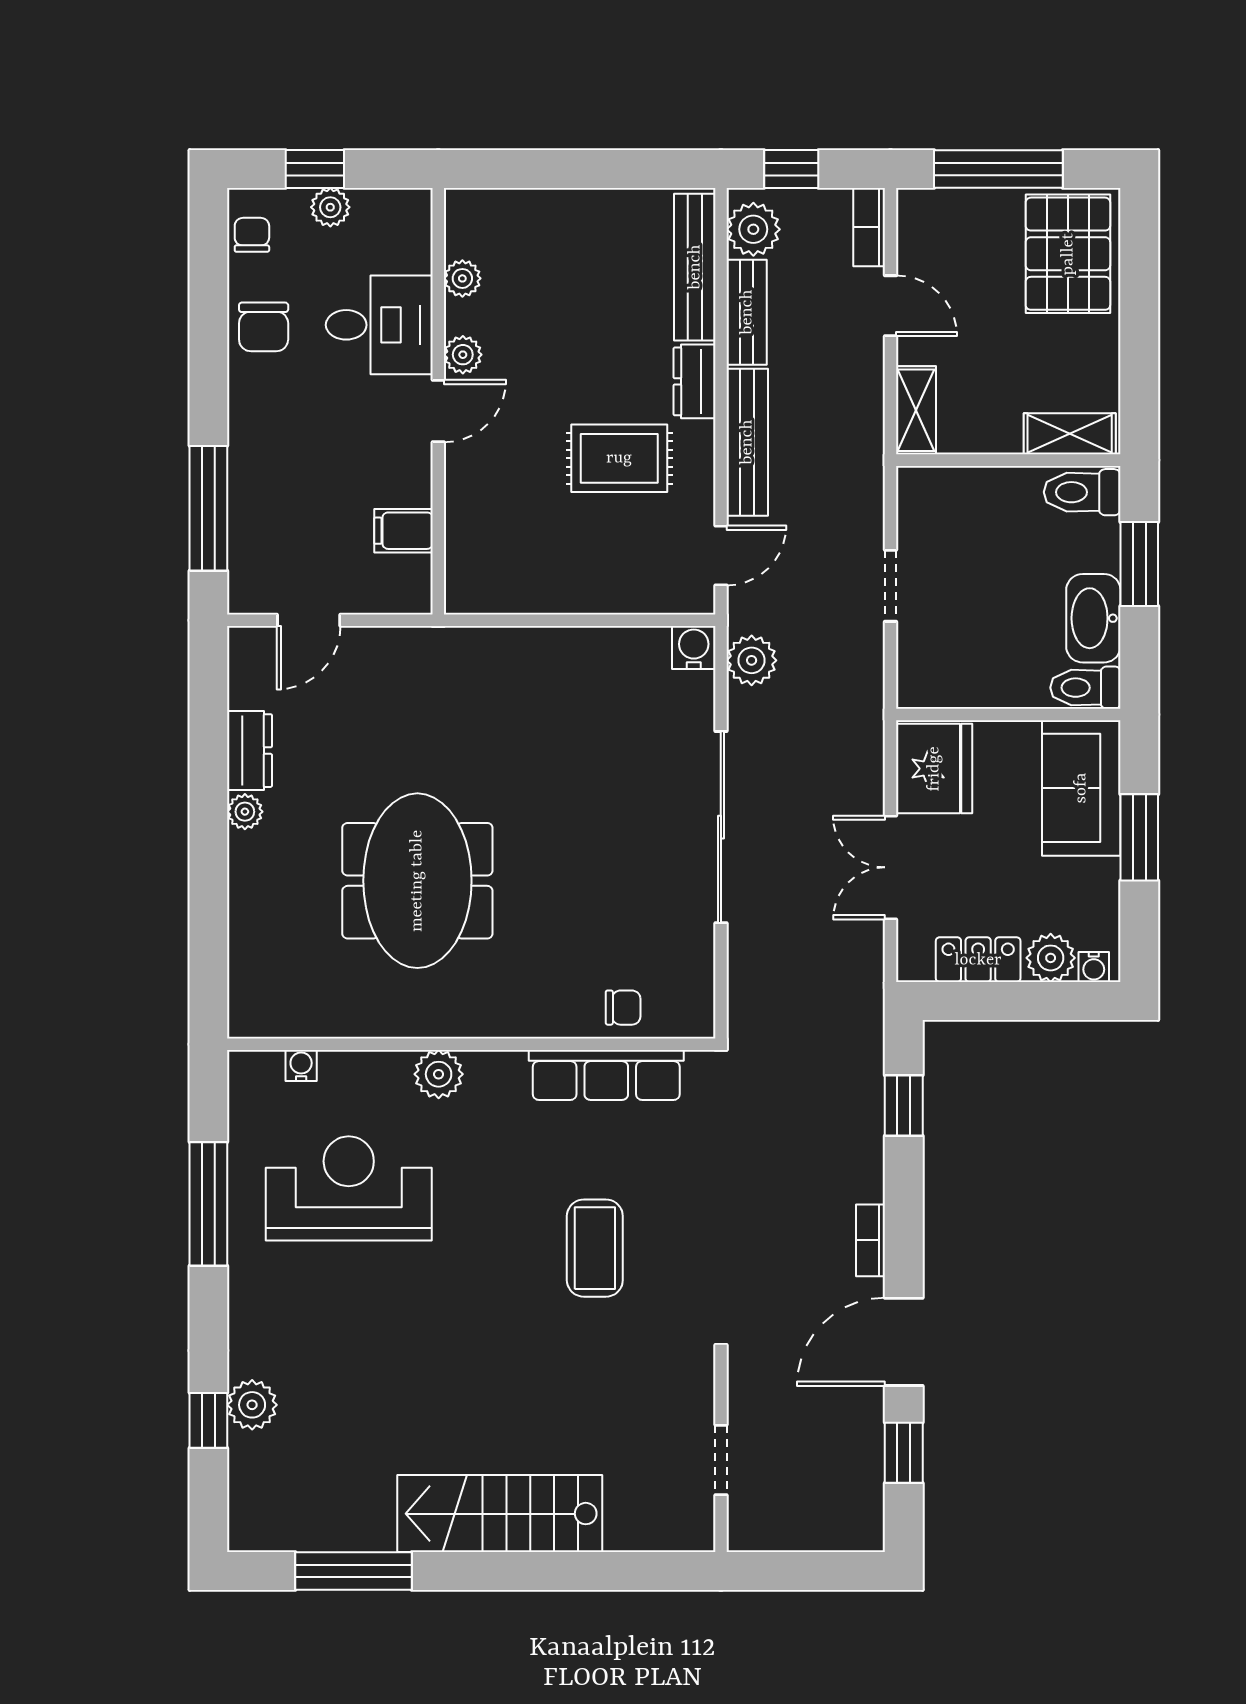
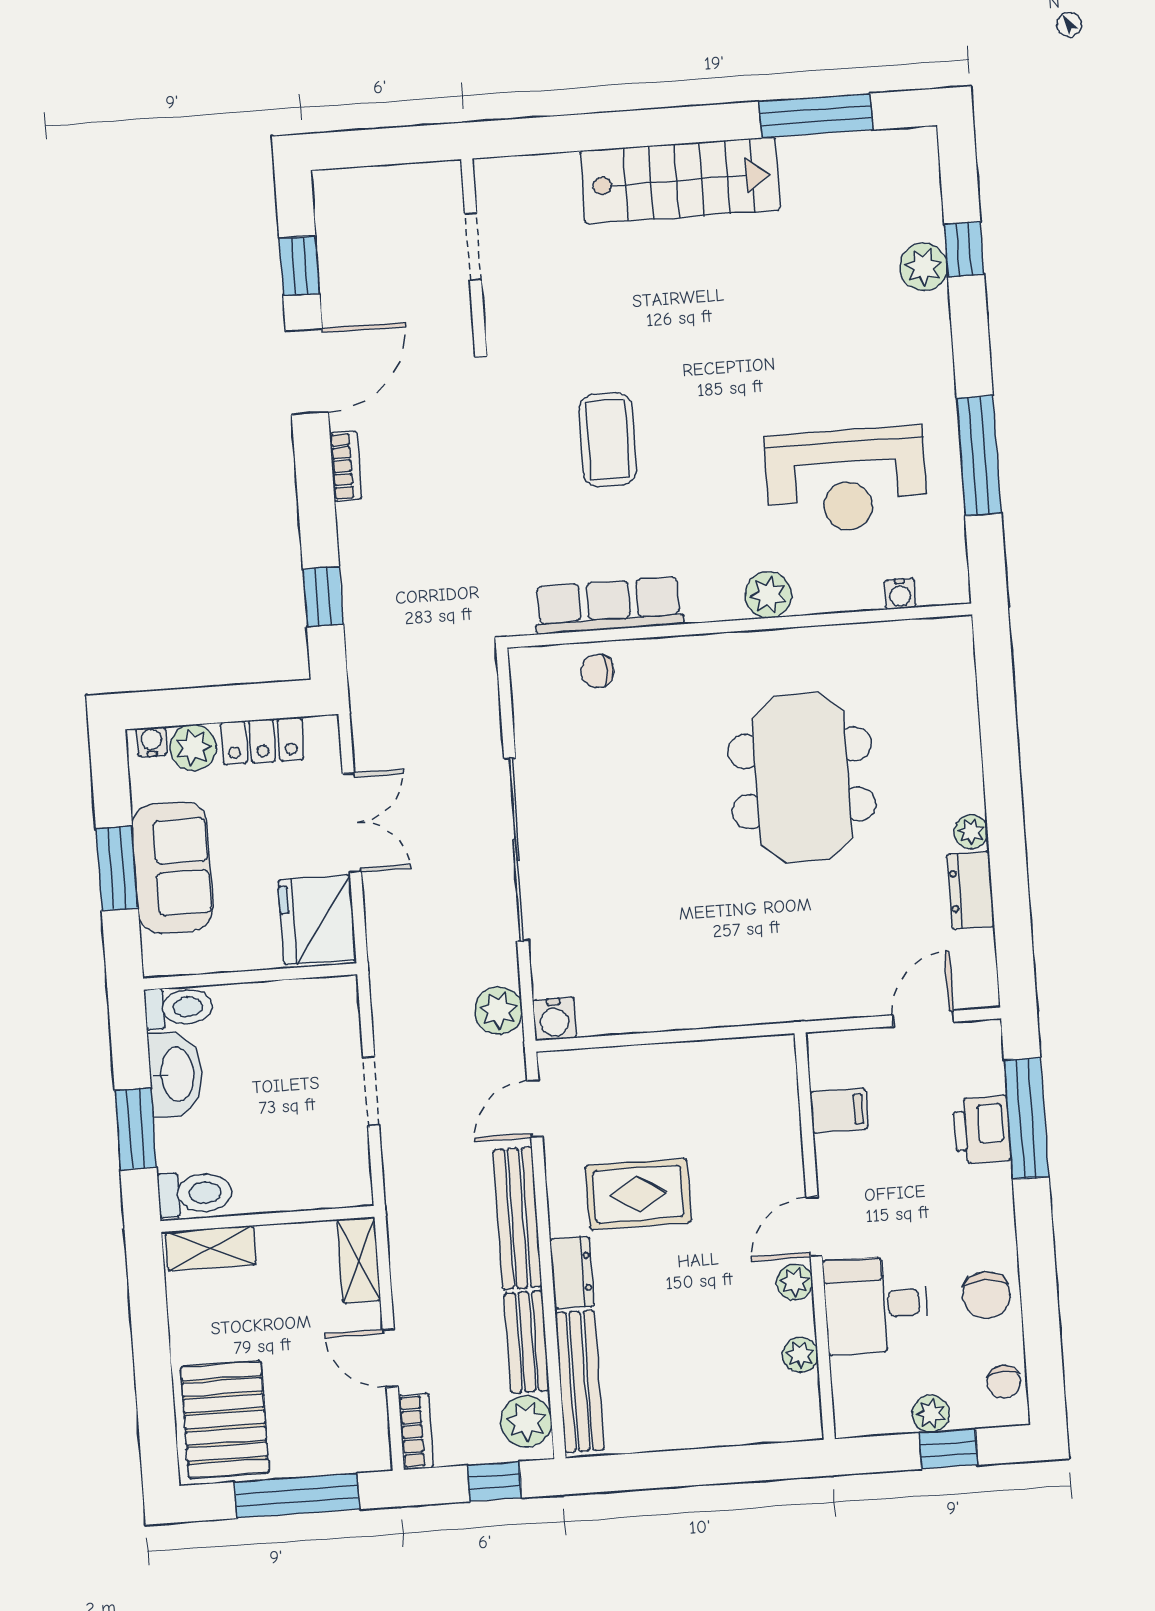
chair: (264, 327) -> (986, 1295), turned 180
printer: (256, 500) -> (982, 1130), added
sofa: (1081, 788) -> (172, 867), moved

